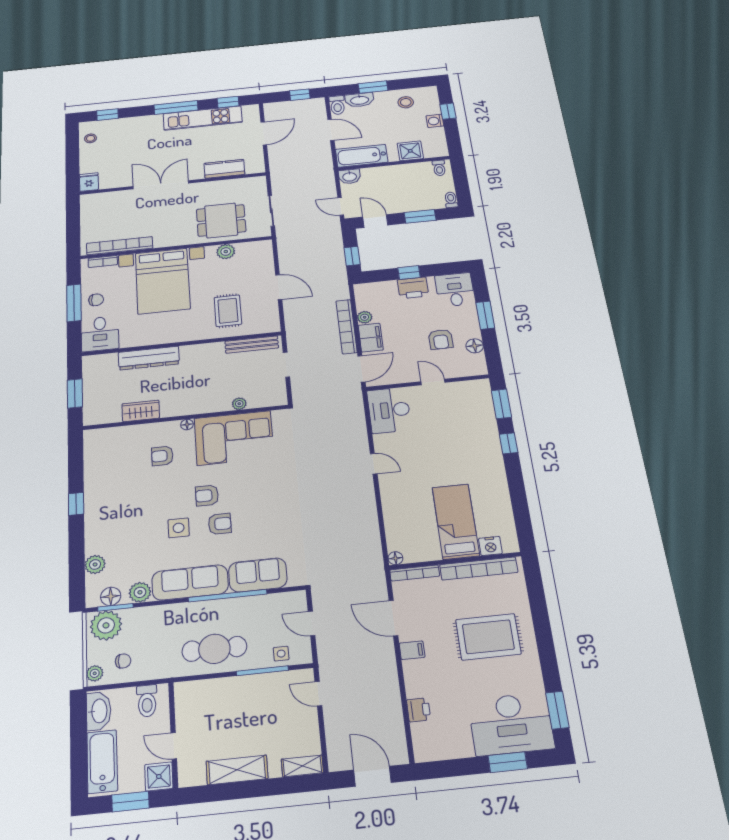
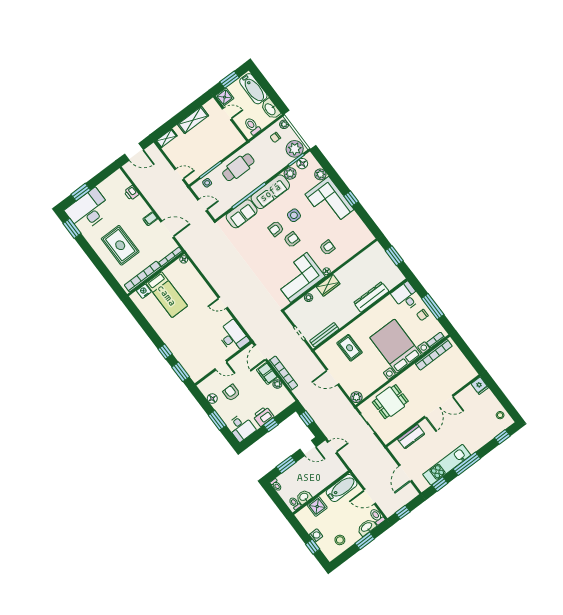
washbasin: (350, 176) -> (304, 497), moved
plant: (226, 252) -> (356, 397), moved
wardrobe: (141, 411) -> (328, 285), moved
corner sofa: (111, 517) -> (329, 202), added
rug: (488, 637) -> (120, 245), turned 90

